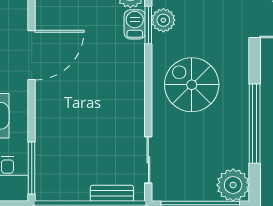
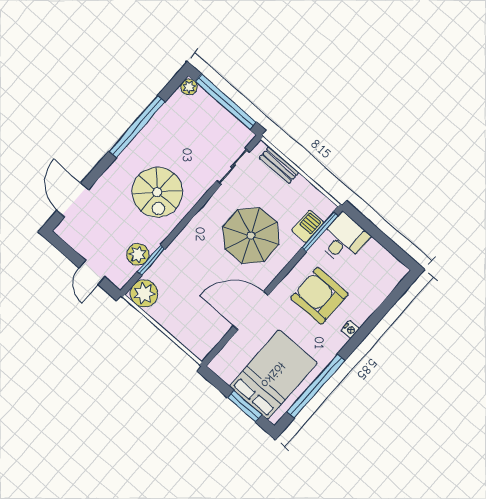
barbecue: (135, 24) -> (308, 226), moved, turned 180
parasol: (85, 116) -> (251, 236), added
plant: (233, 185) -> (189, 87), width x0.53, depth x0.53

